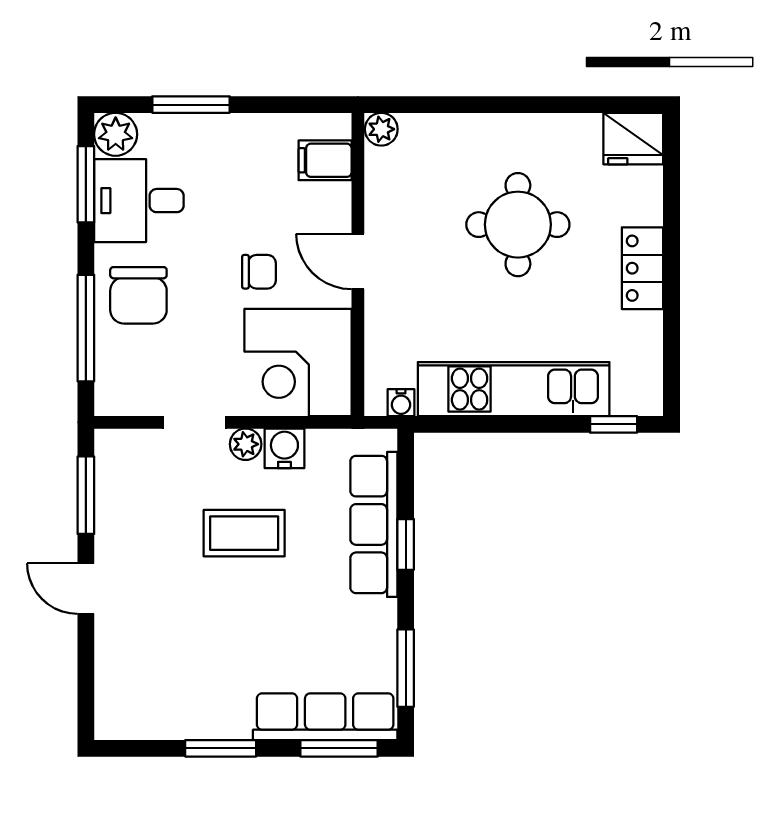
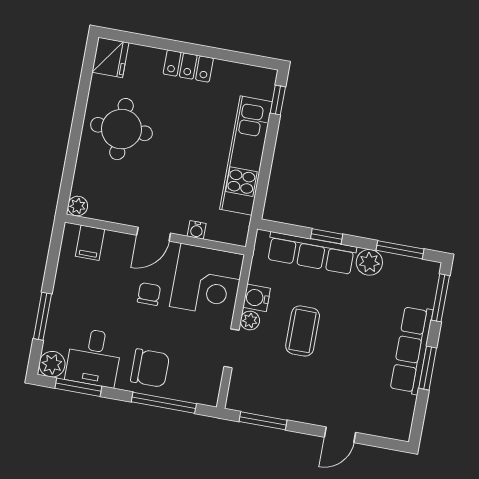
round table: (518, 225) -> (121, 129), moved
water cooler: (401, 403) -> (197, 230), moved, turned 90
door: (86, 589) -> (340, 435), moved
plant: (376, 622) -> (369, 262), added
row of seats: (325, 717) -> (412, 350), moved

